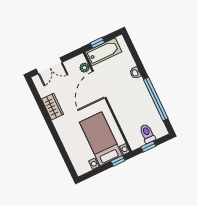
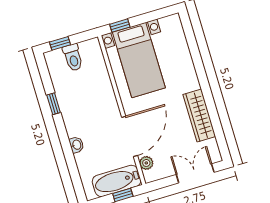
window: (156, 99) -> (54, 104), width x0.32
wardrobe: (53, 107) -> (199, 116), width x1.50
window: (148, 147) -> (60, 43), moved

